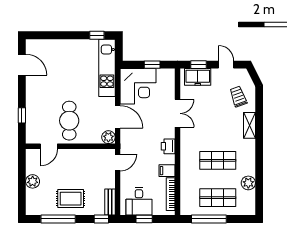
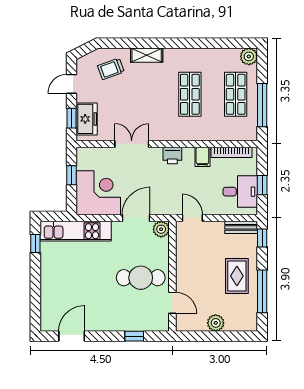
plant: (248, 183) -> (249, 56), moved

